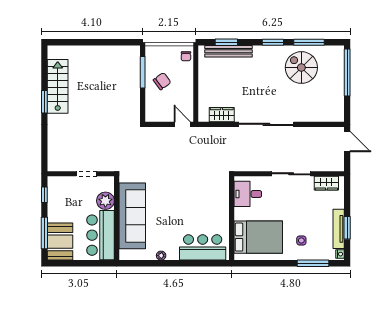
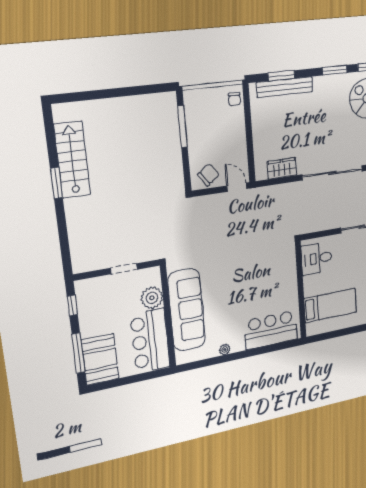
chair: (162, 81) -> (208, 175), moved
bed: (258, 237) -> (330, 305), width x0.67

